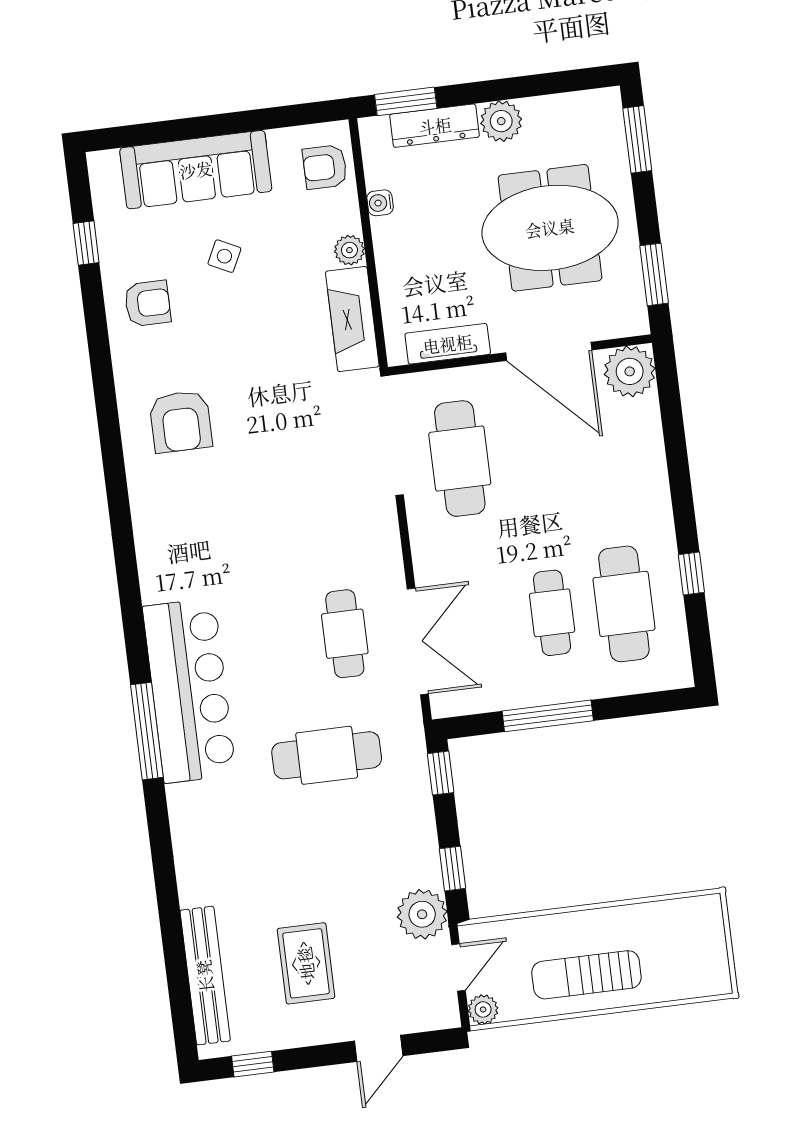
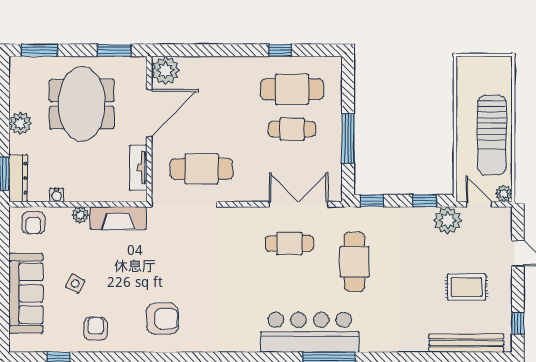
dresser: (435, 126) -> (18, 178), moved
sun lounger: (586, 975) -> (492, 135), width x1.36, depth x1.34

